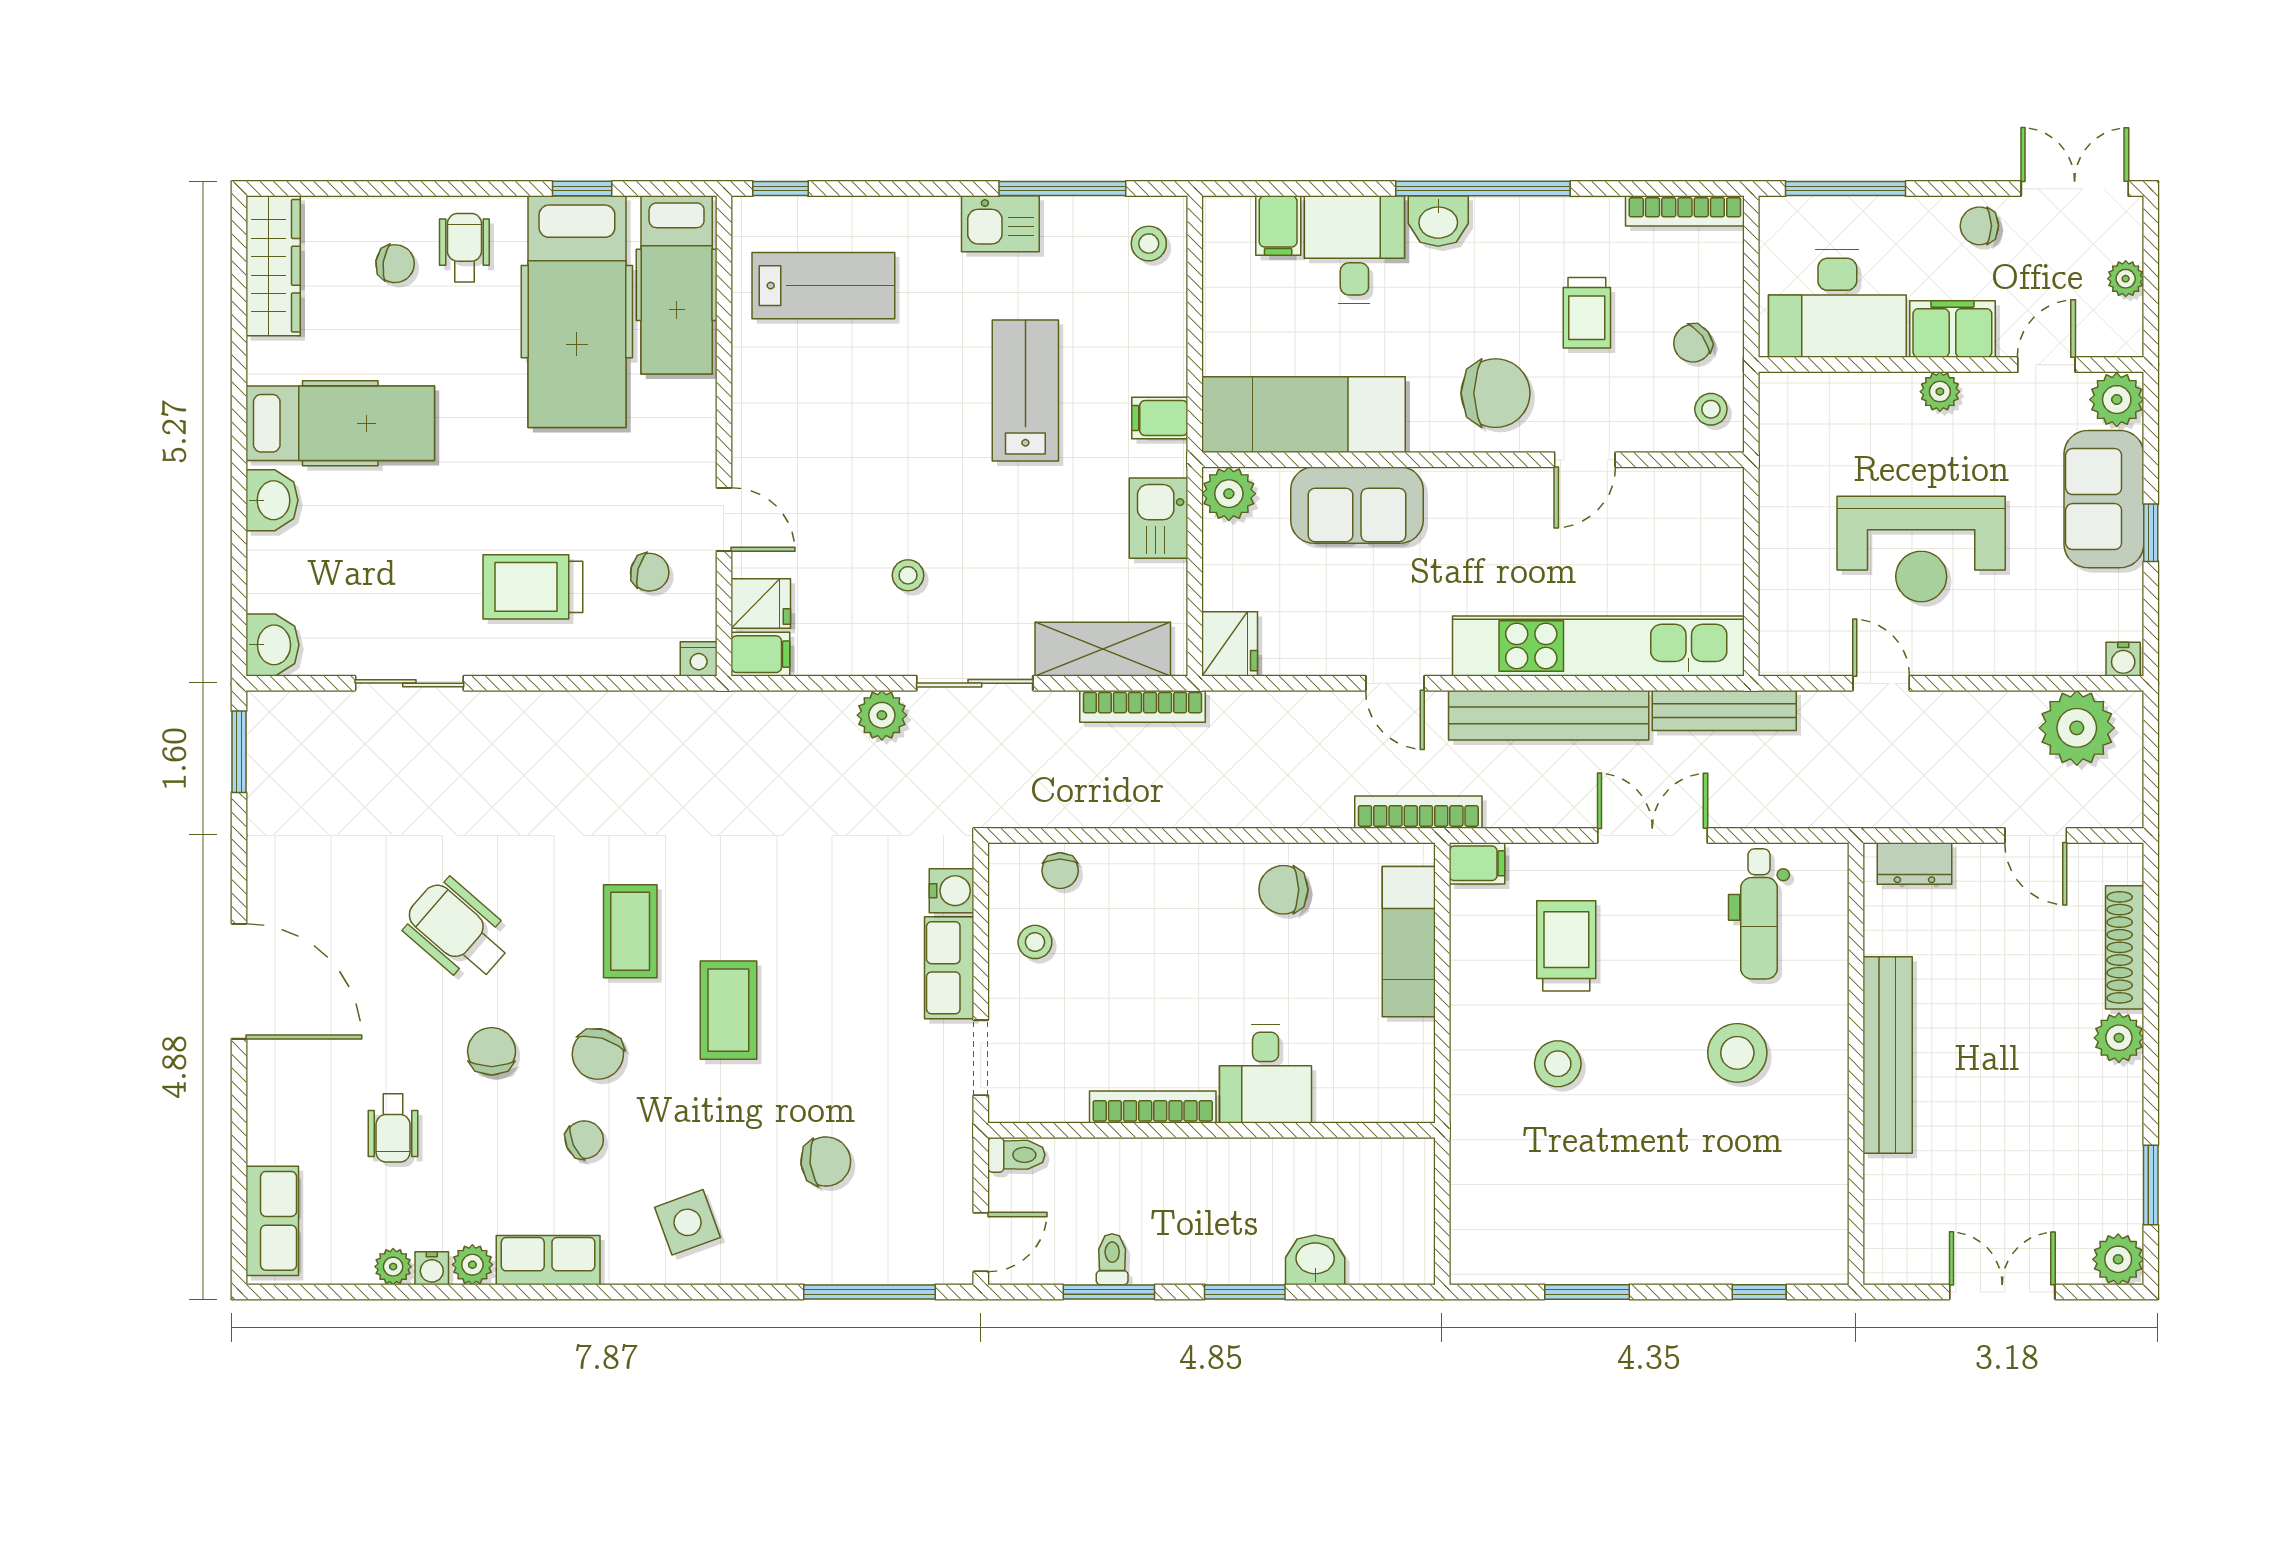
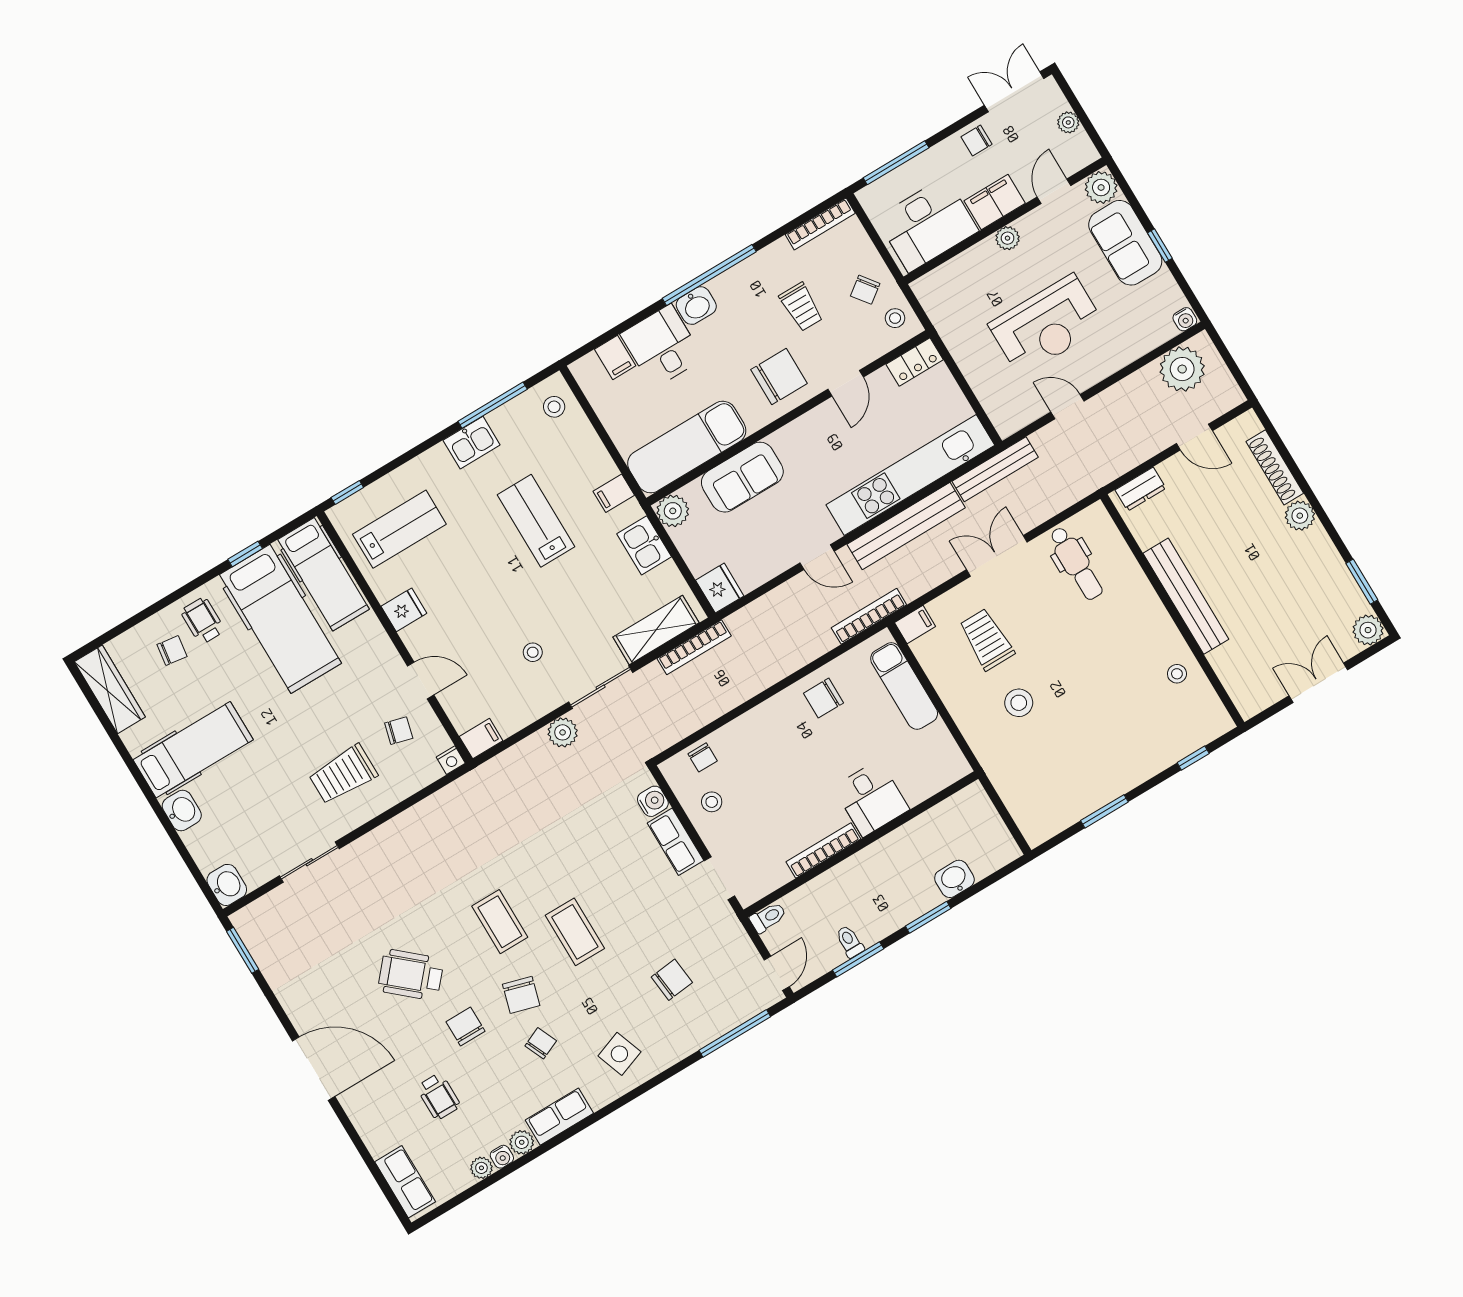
locker: (1701, 488) -> (915, 362), added
fridge: (761, 604) -> (404, 610), moved
stool: (1737, 1053) -> (1177, 674), moved, width x0.53, depth x0.53

